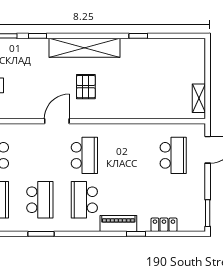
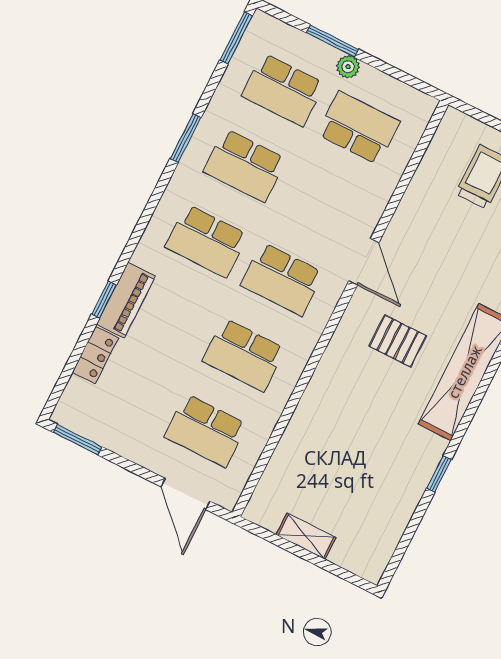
shelving: (199, 98) -> (306, 536), moved
school desk: (129, 155) -> (244, 355), added
school desk: (84, 200) -> (207, 241), turned 180
piano: (118, 223) -> (126, 300), moved

